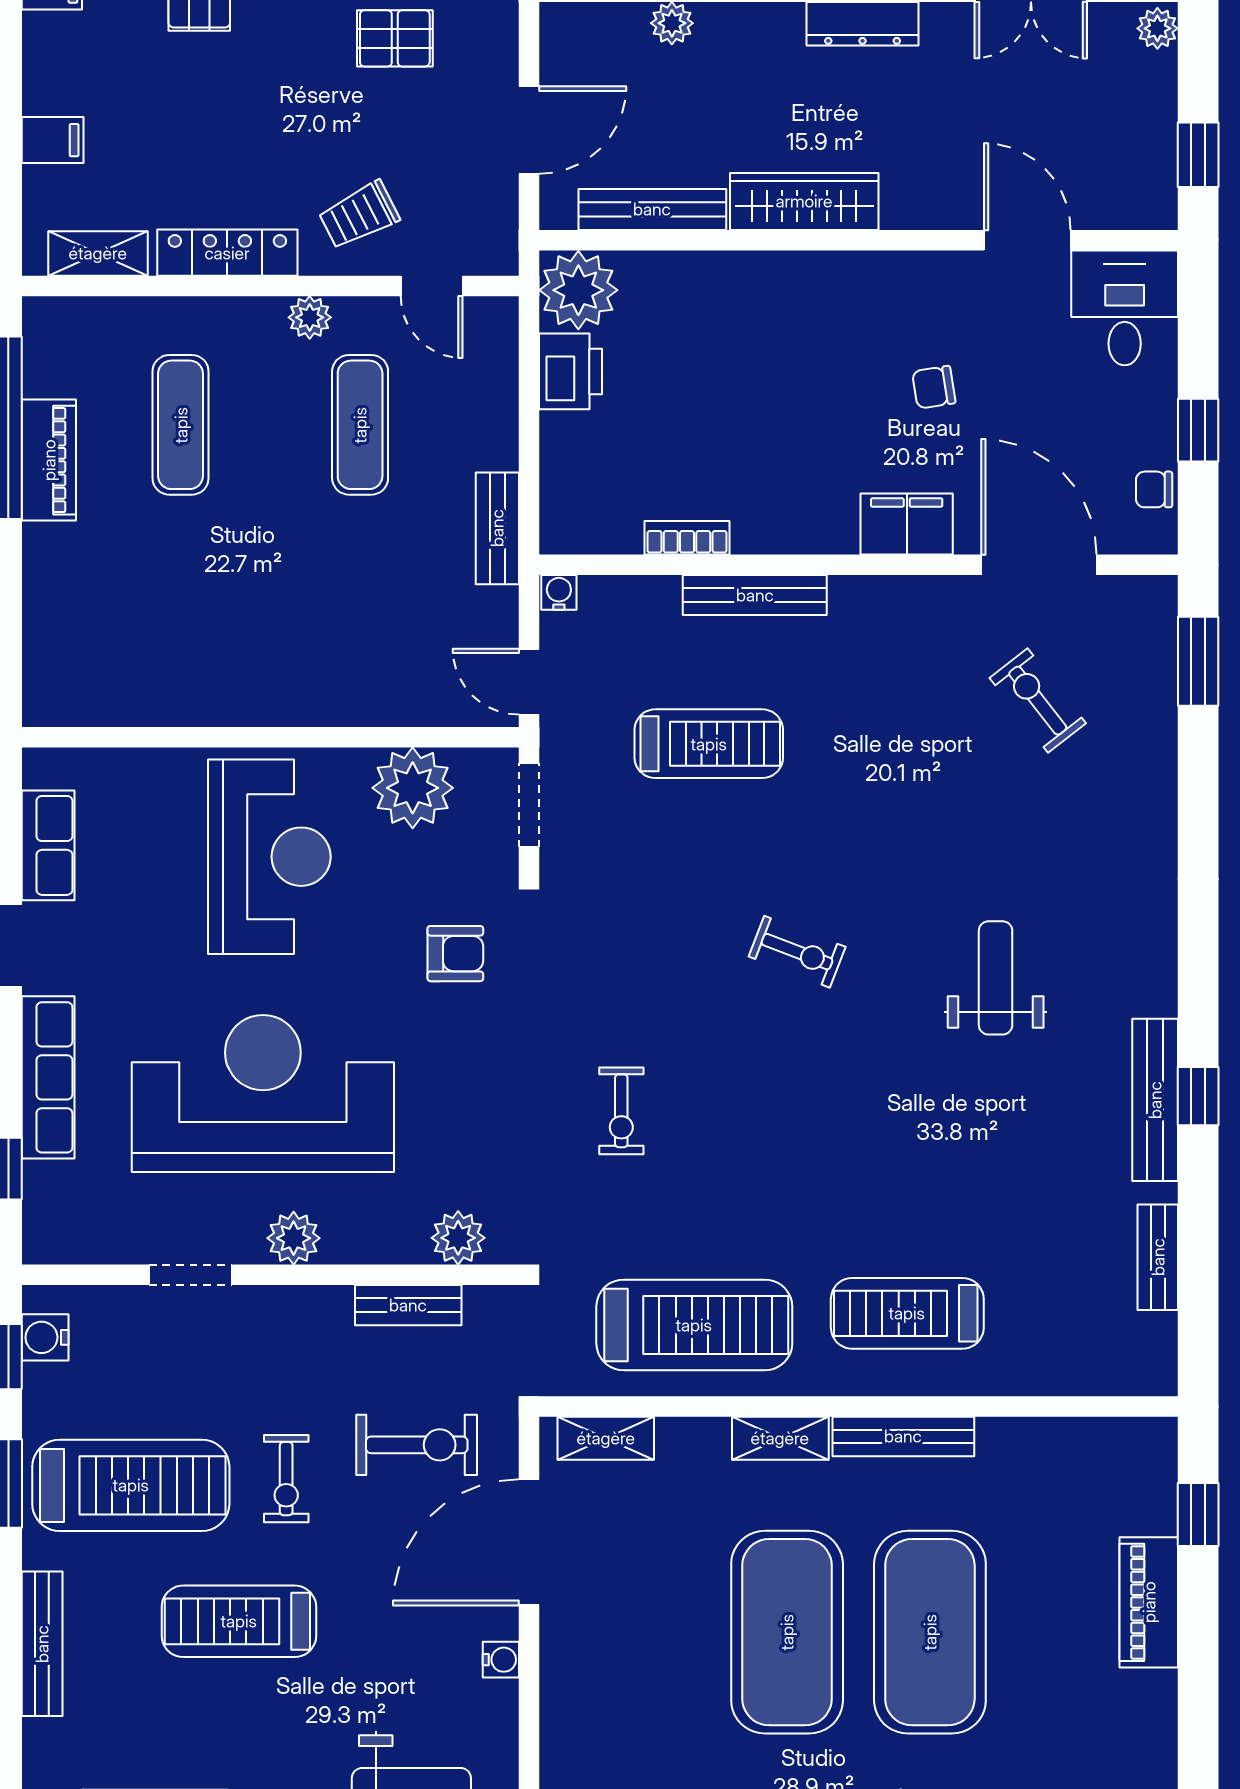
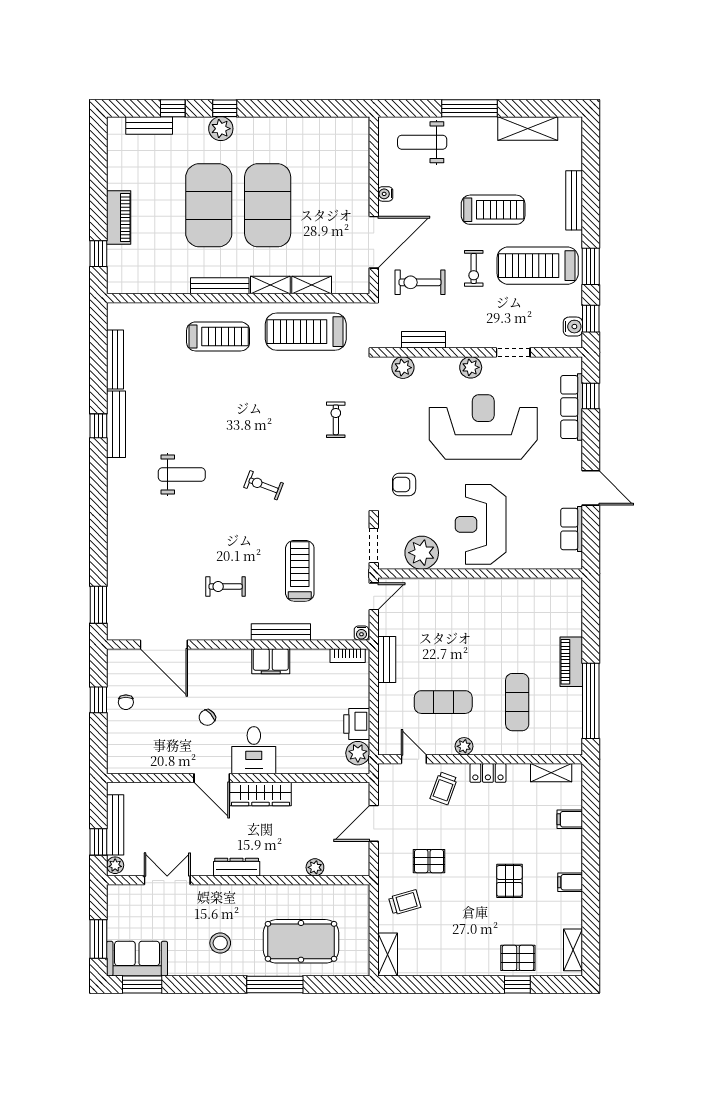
window: (1198, 155) -> (98, 842), moved
bench: (652, 209) -> (115, 825), moved, turned 90
trolley: (359, 215) -> (444, 788), turned 137
door: (1027, 240) -> (212, 778), moved
locker: (227, 253) -> (488, 773), width x0.66
plant: (578, 290) -> (358, 753), width x0.73, depth x0.73
desk: (1125, 308) -> (254, 750), moved
chair: (934, 387) -> (207, 718), turned 147
exercise mat: (360, 425) -> (443, 702), turned 90
piano: (49, 460) -> (571, 662), moved
chair: (1154, 489) -> (126, 702), moved, turned 90
filing cabinet: (907, 524) -> (271, 661), moved
bookcase: (687, 538) -> (348, 656), moved
door: (529, 682) -> (374, 596), hinge flipped
exercise bike: (1038, 701) -> (226, 586), moved, turned 128
treadmill: (709, 744) -> (300, 571), turned 90
weight bench: (996, 978) -> (182, 474), turned -90
row of seats: (48, 1077) -> (572, 407), moved
reception desk: (263, 1094) -> (483, 427), turned 180
bench: (1158, 1257) -> (115, 360), width x1.36
shelving: (606, 1438) -> (312, 285), moved
exercise bike: (286, 1479) -> (474, 268), turned 180

